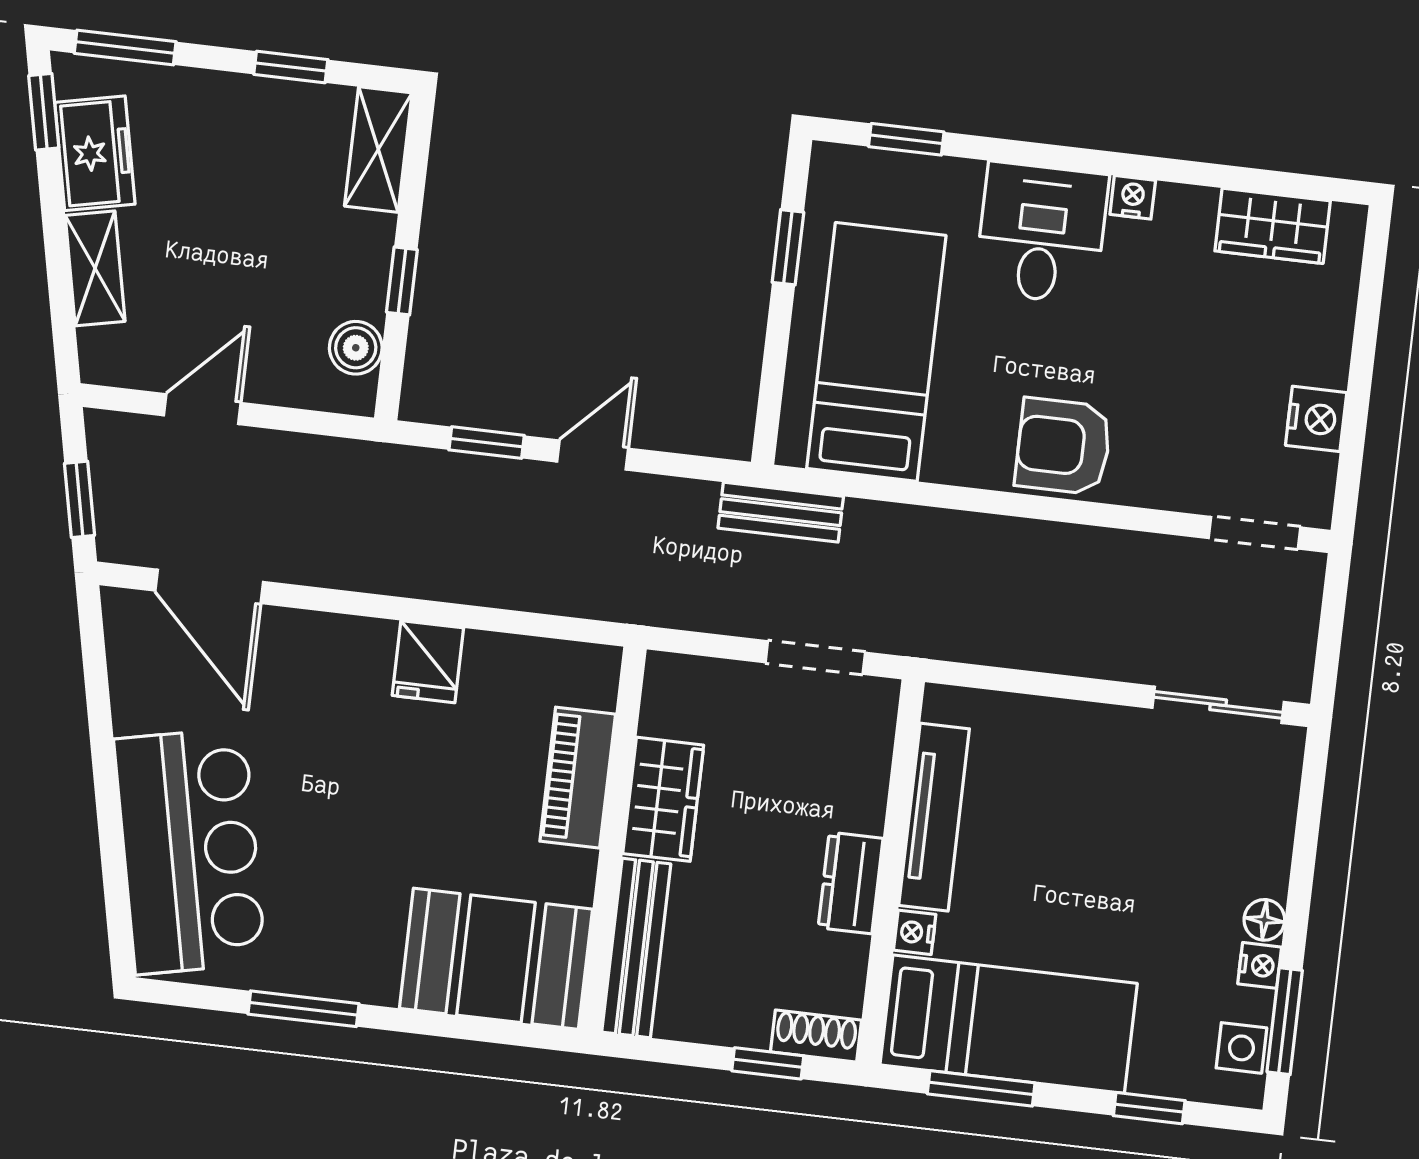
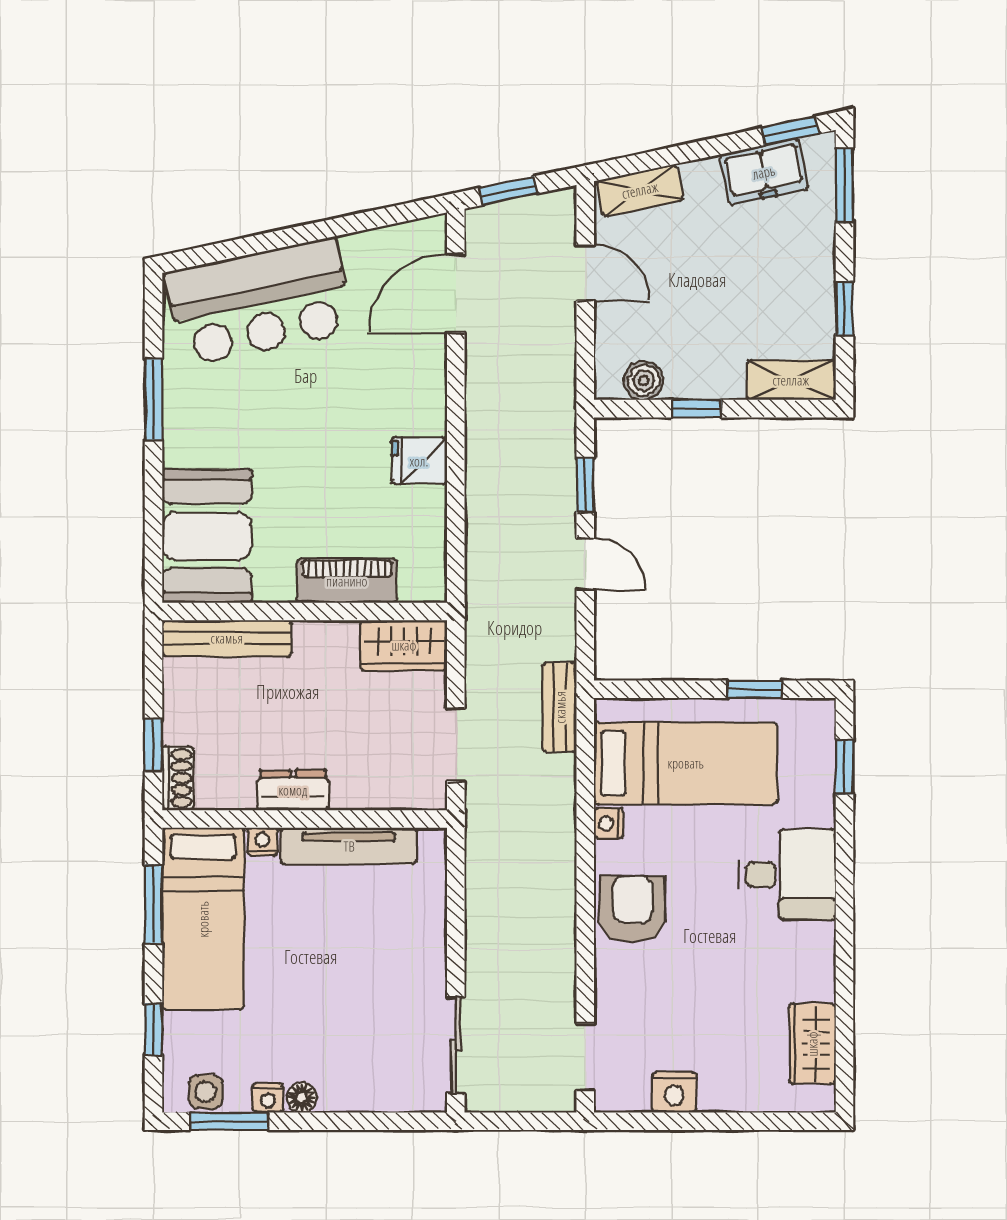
nightstand: (1133, 197) -> (608, 823), moved, turned 180
shelving: (95, 268) -> (640, 190), moved
wardrobe: (663, 799) -> (404, 645), moved

